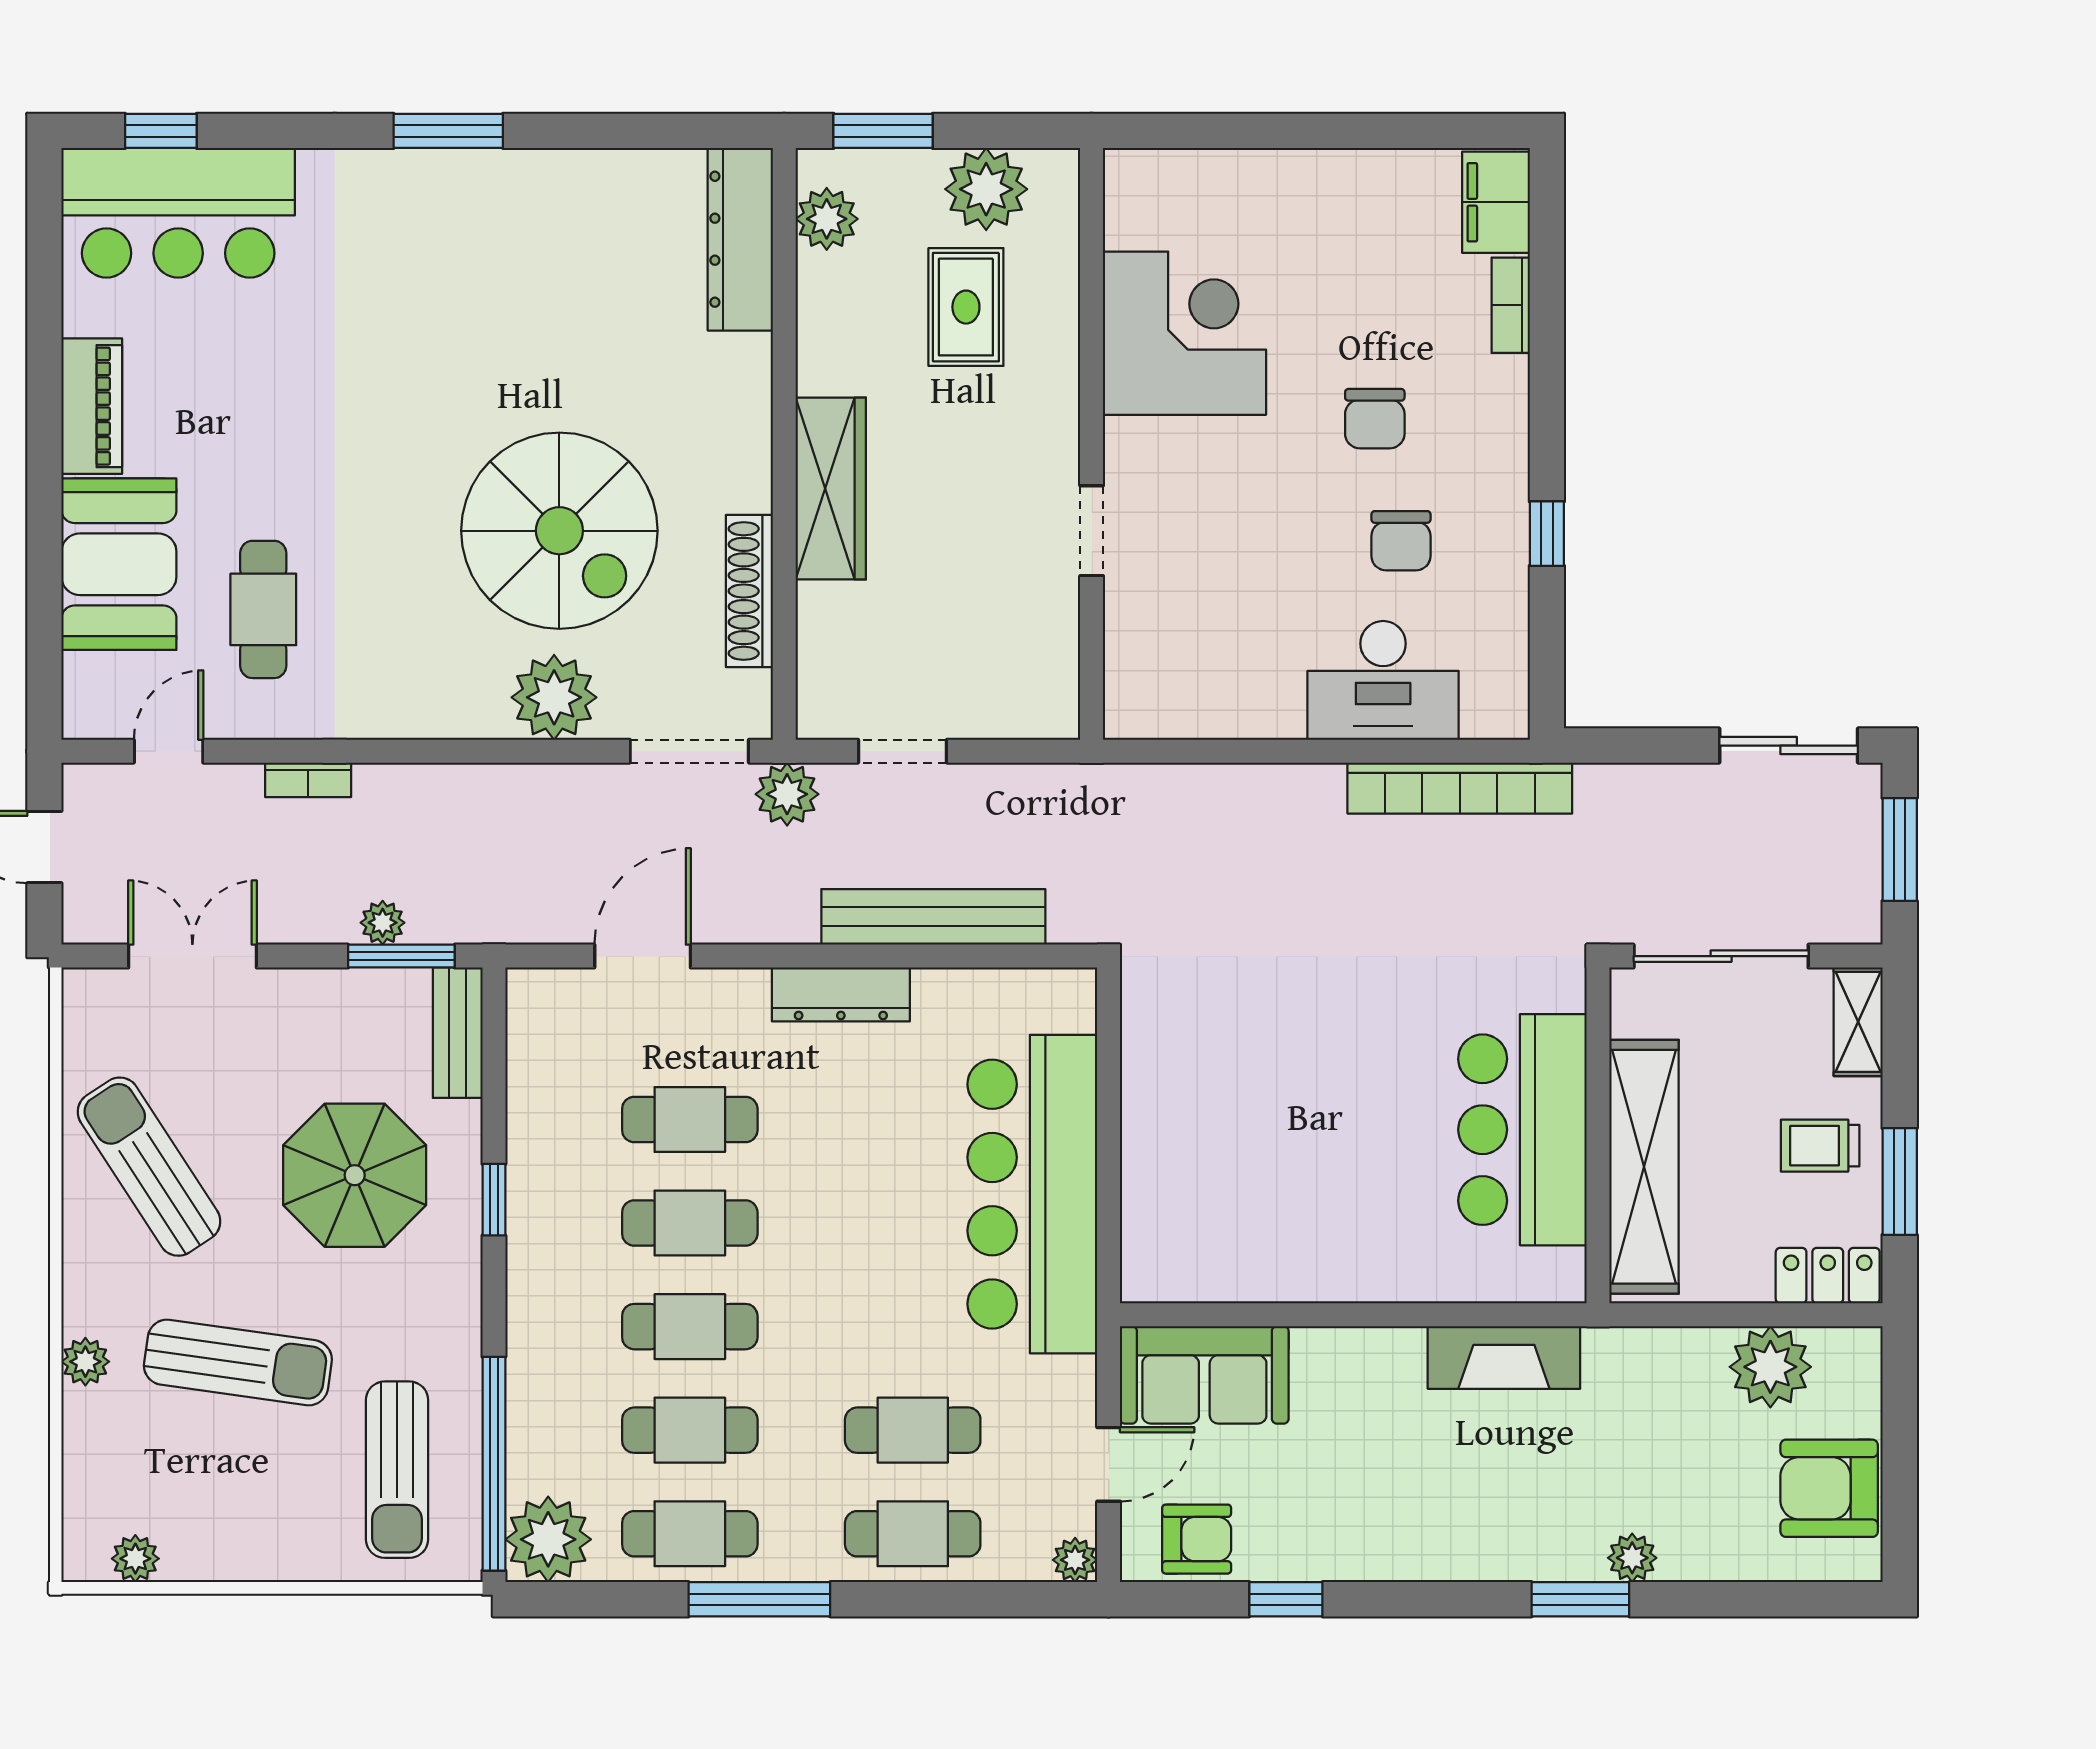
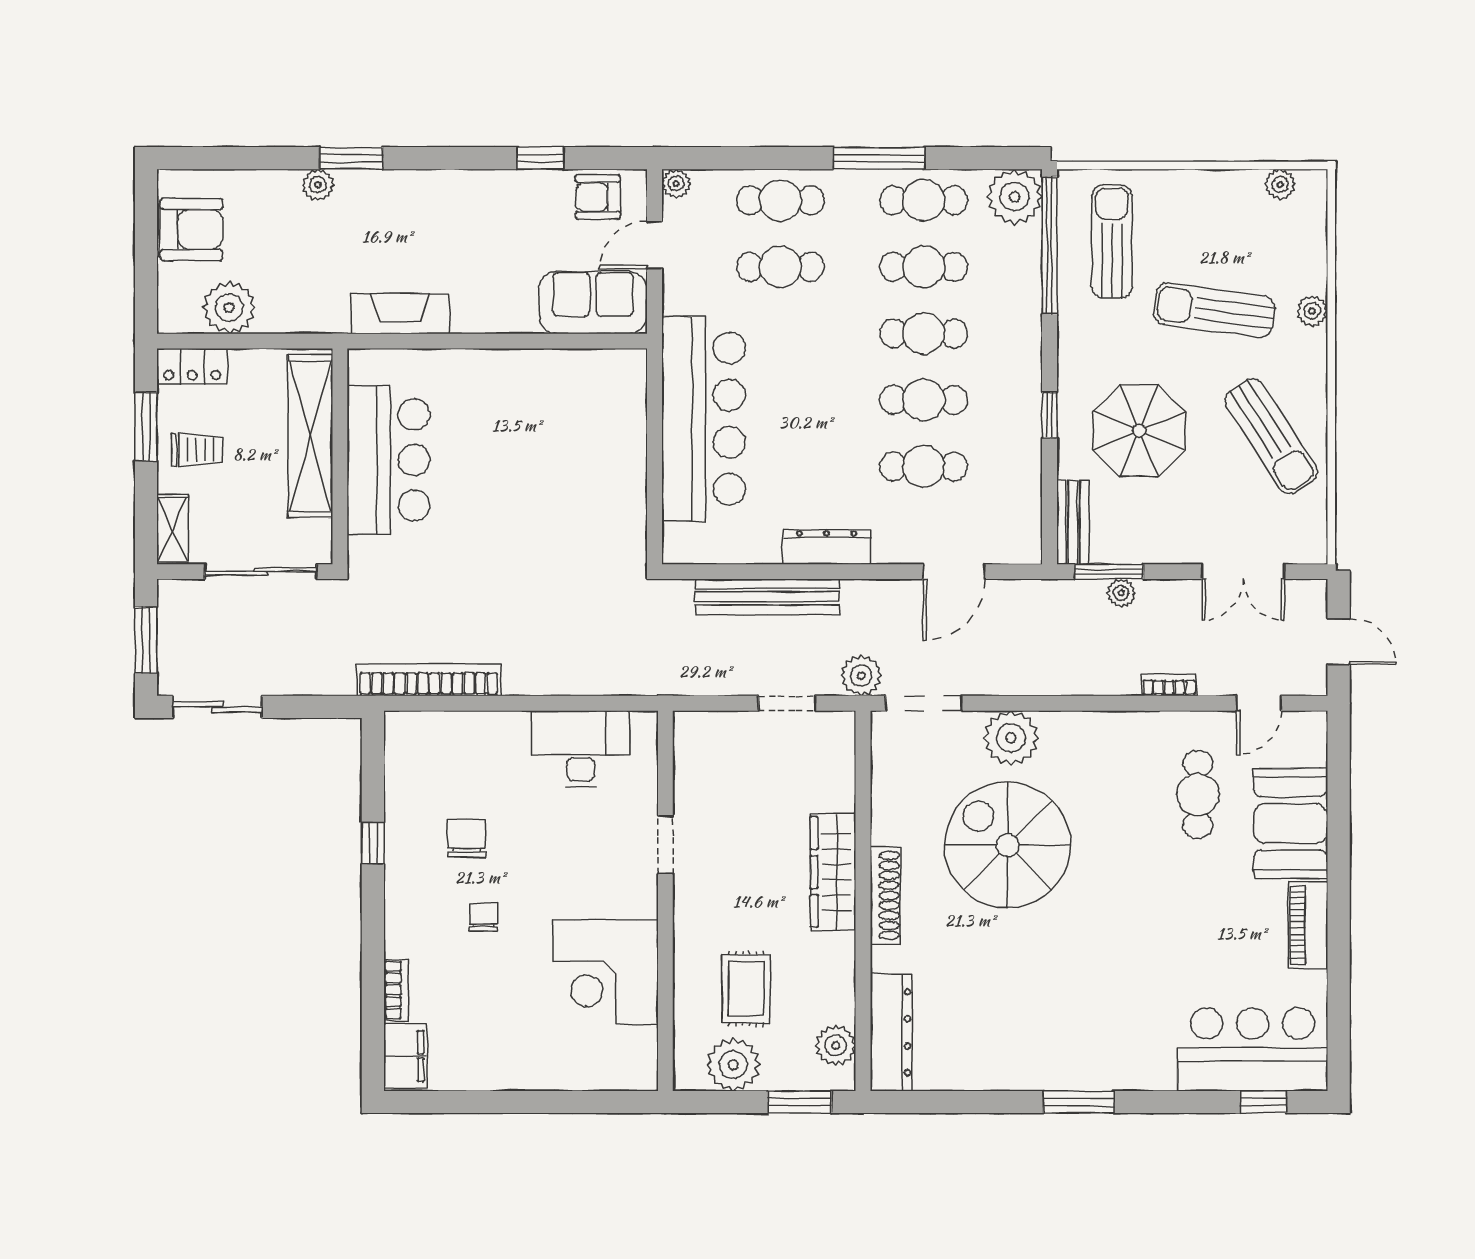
chair: (1375, 419) -> (483, 917), width x0.73, depth x0.73
shoe rack: (749, 591) -> (885, 895), moved
desk: (1383, 680) -> (581, 749), moved

